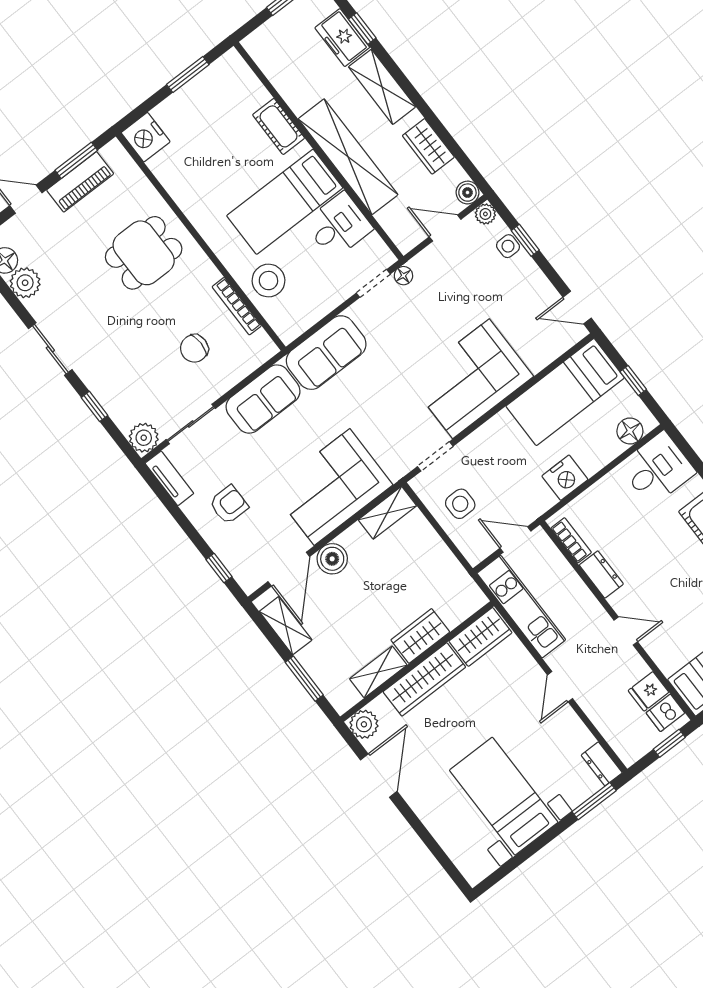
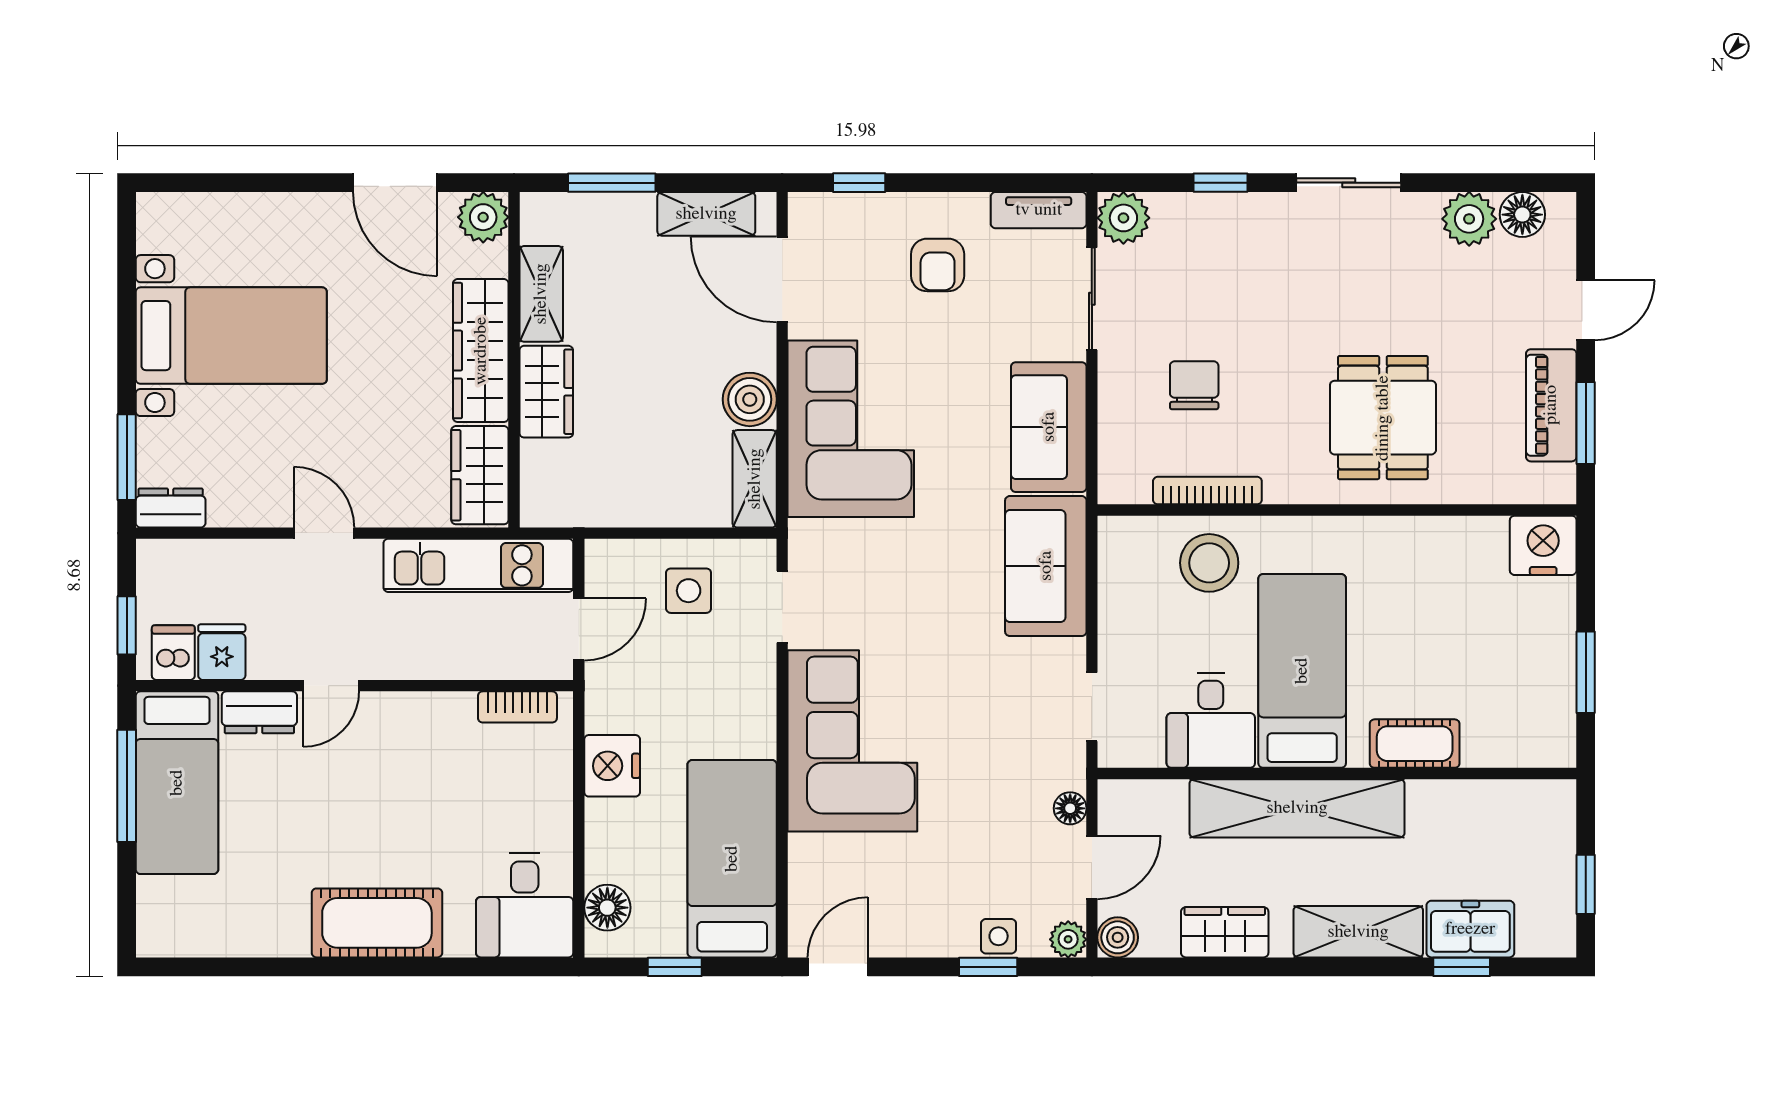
floor lamp: (403, 276) -> (1070, 808), moved
boiler: (332, 559) -> (750, 399), moved
dresser: (601, 574) -> (259, 712), moved

